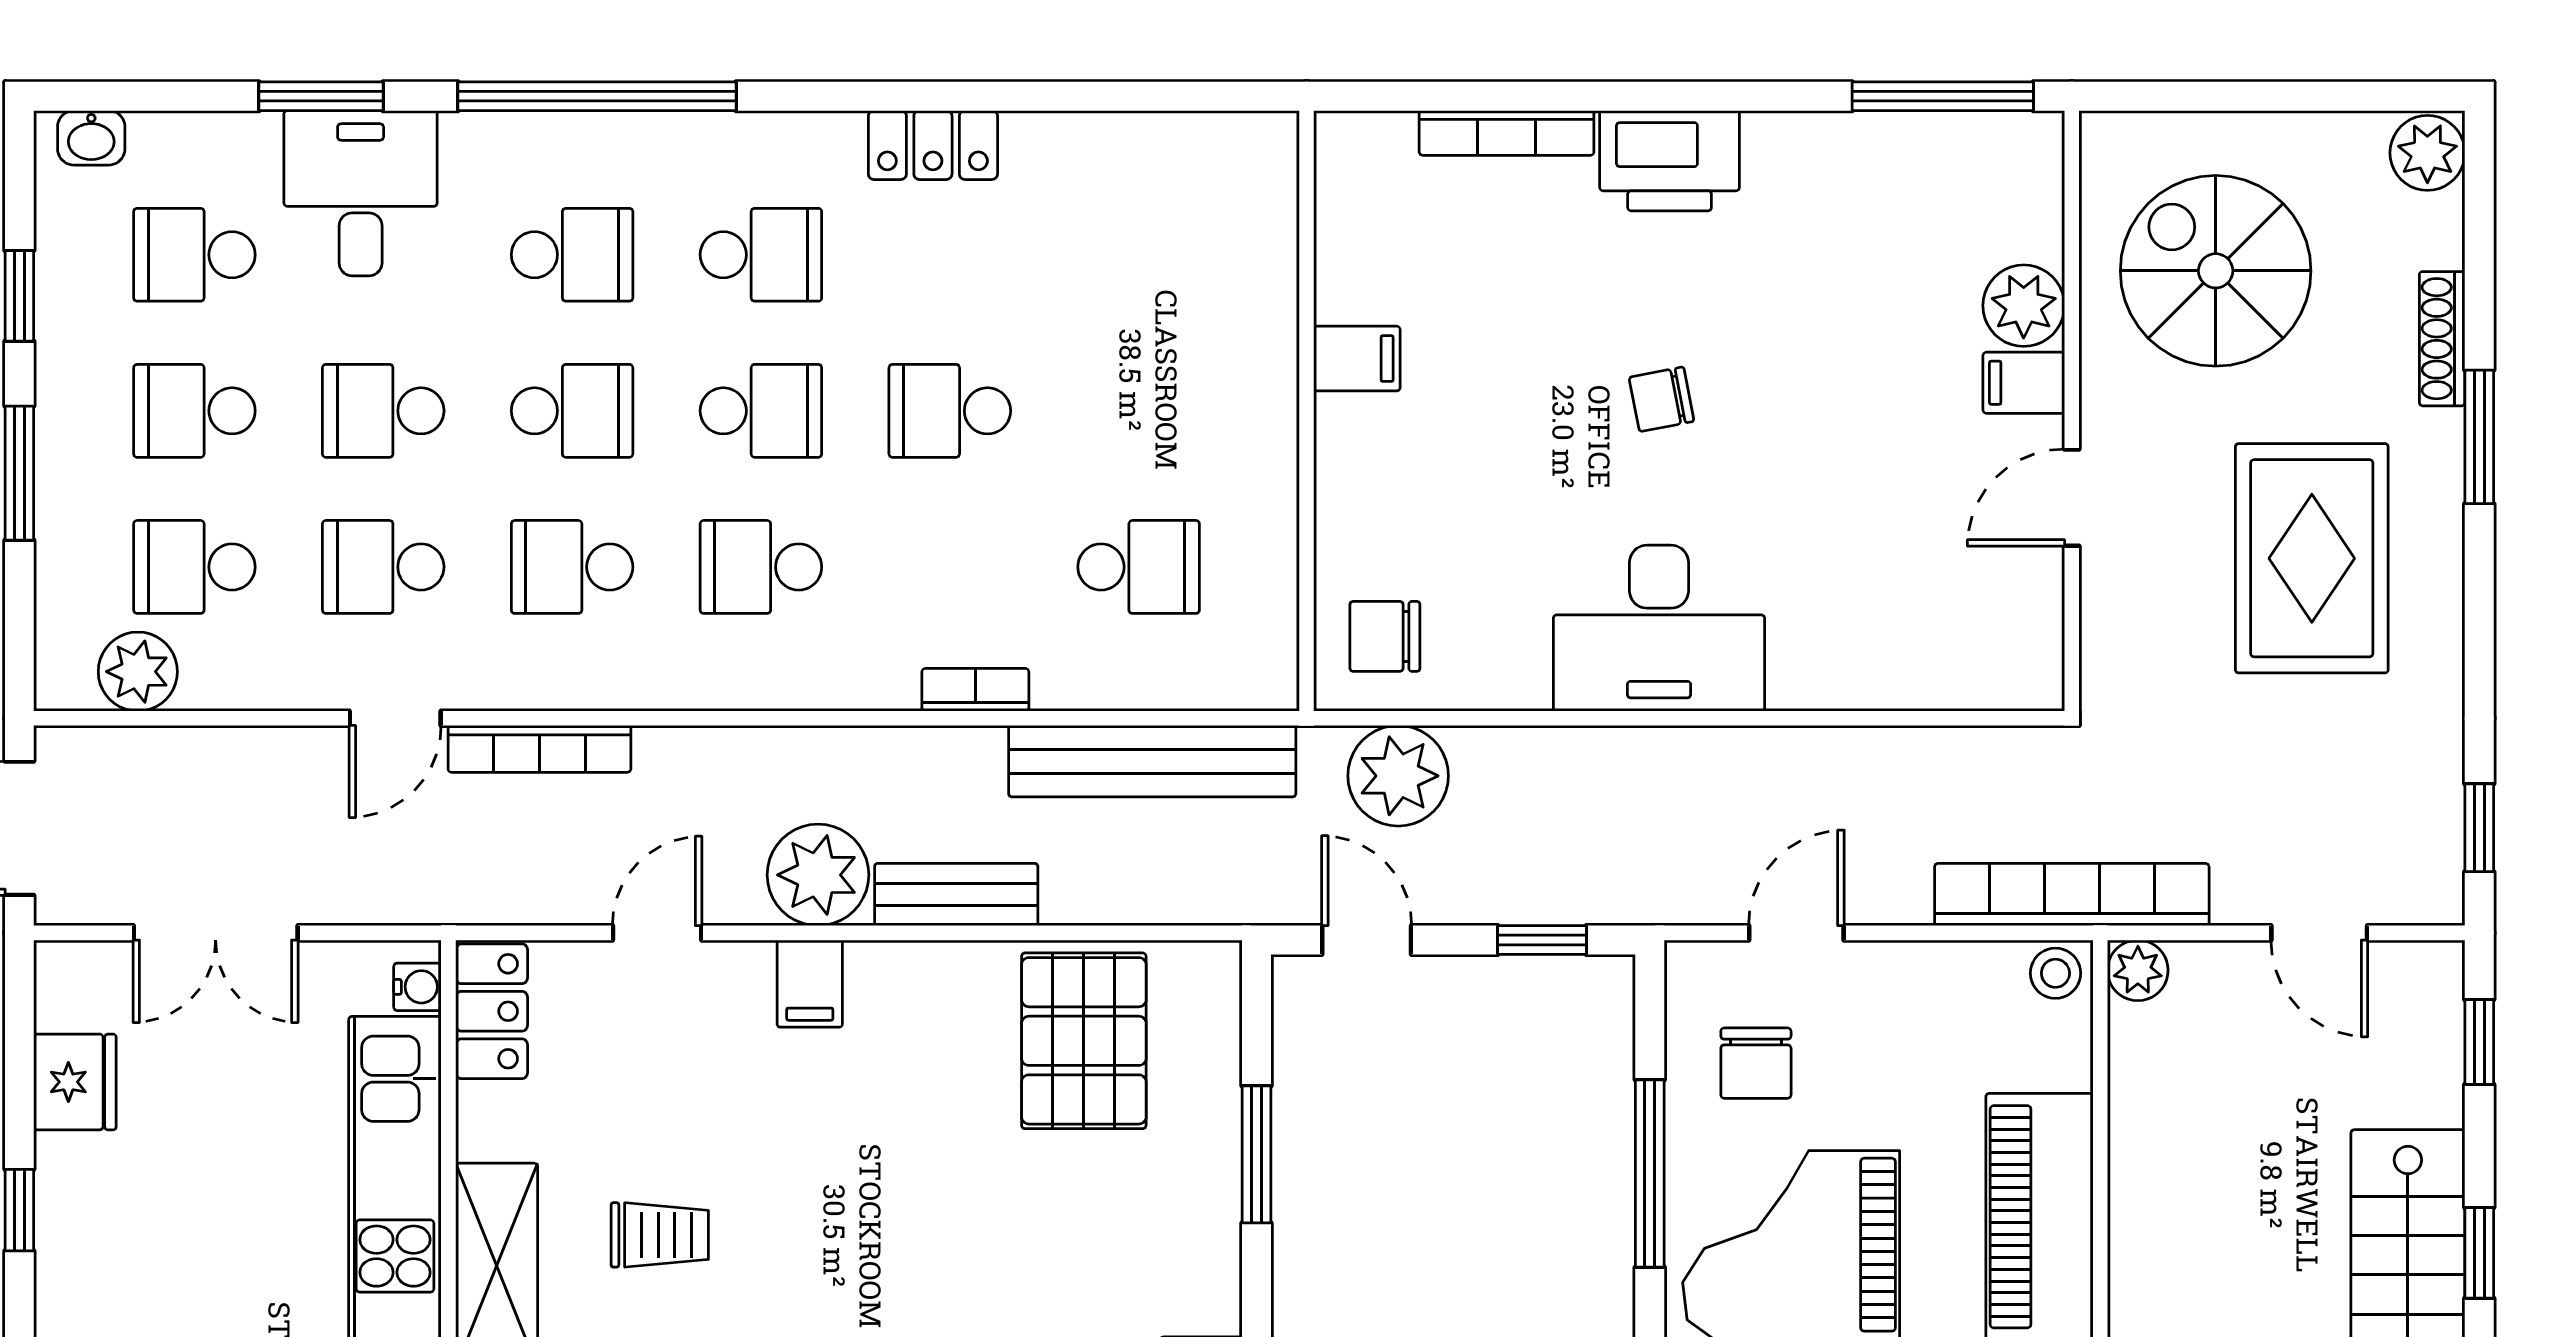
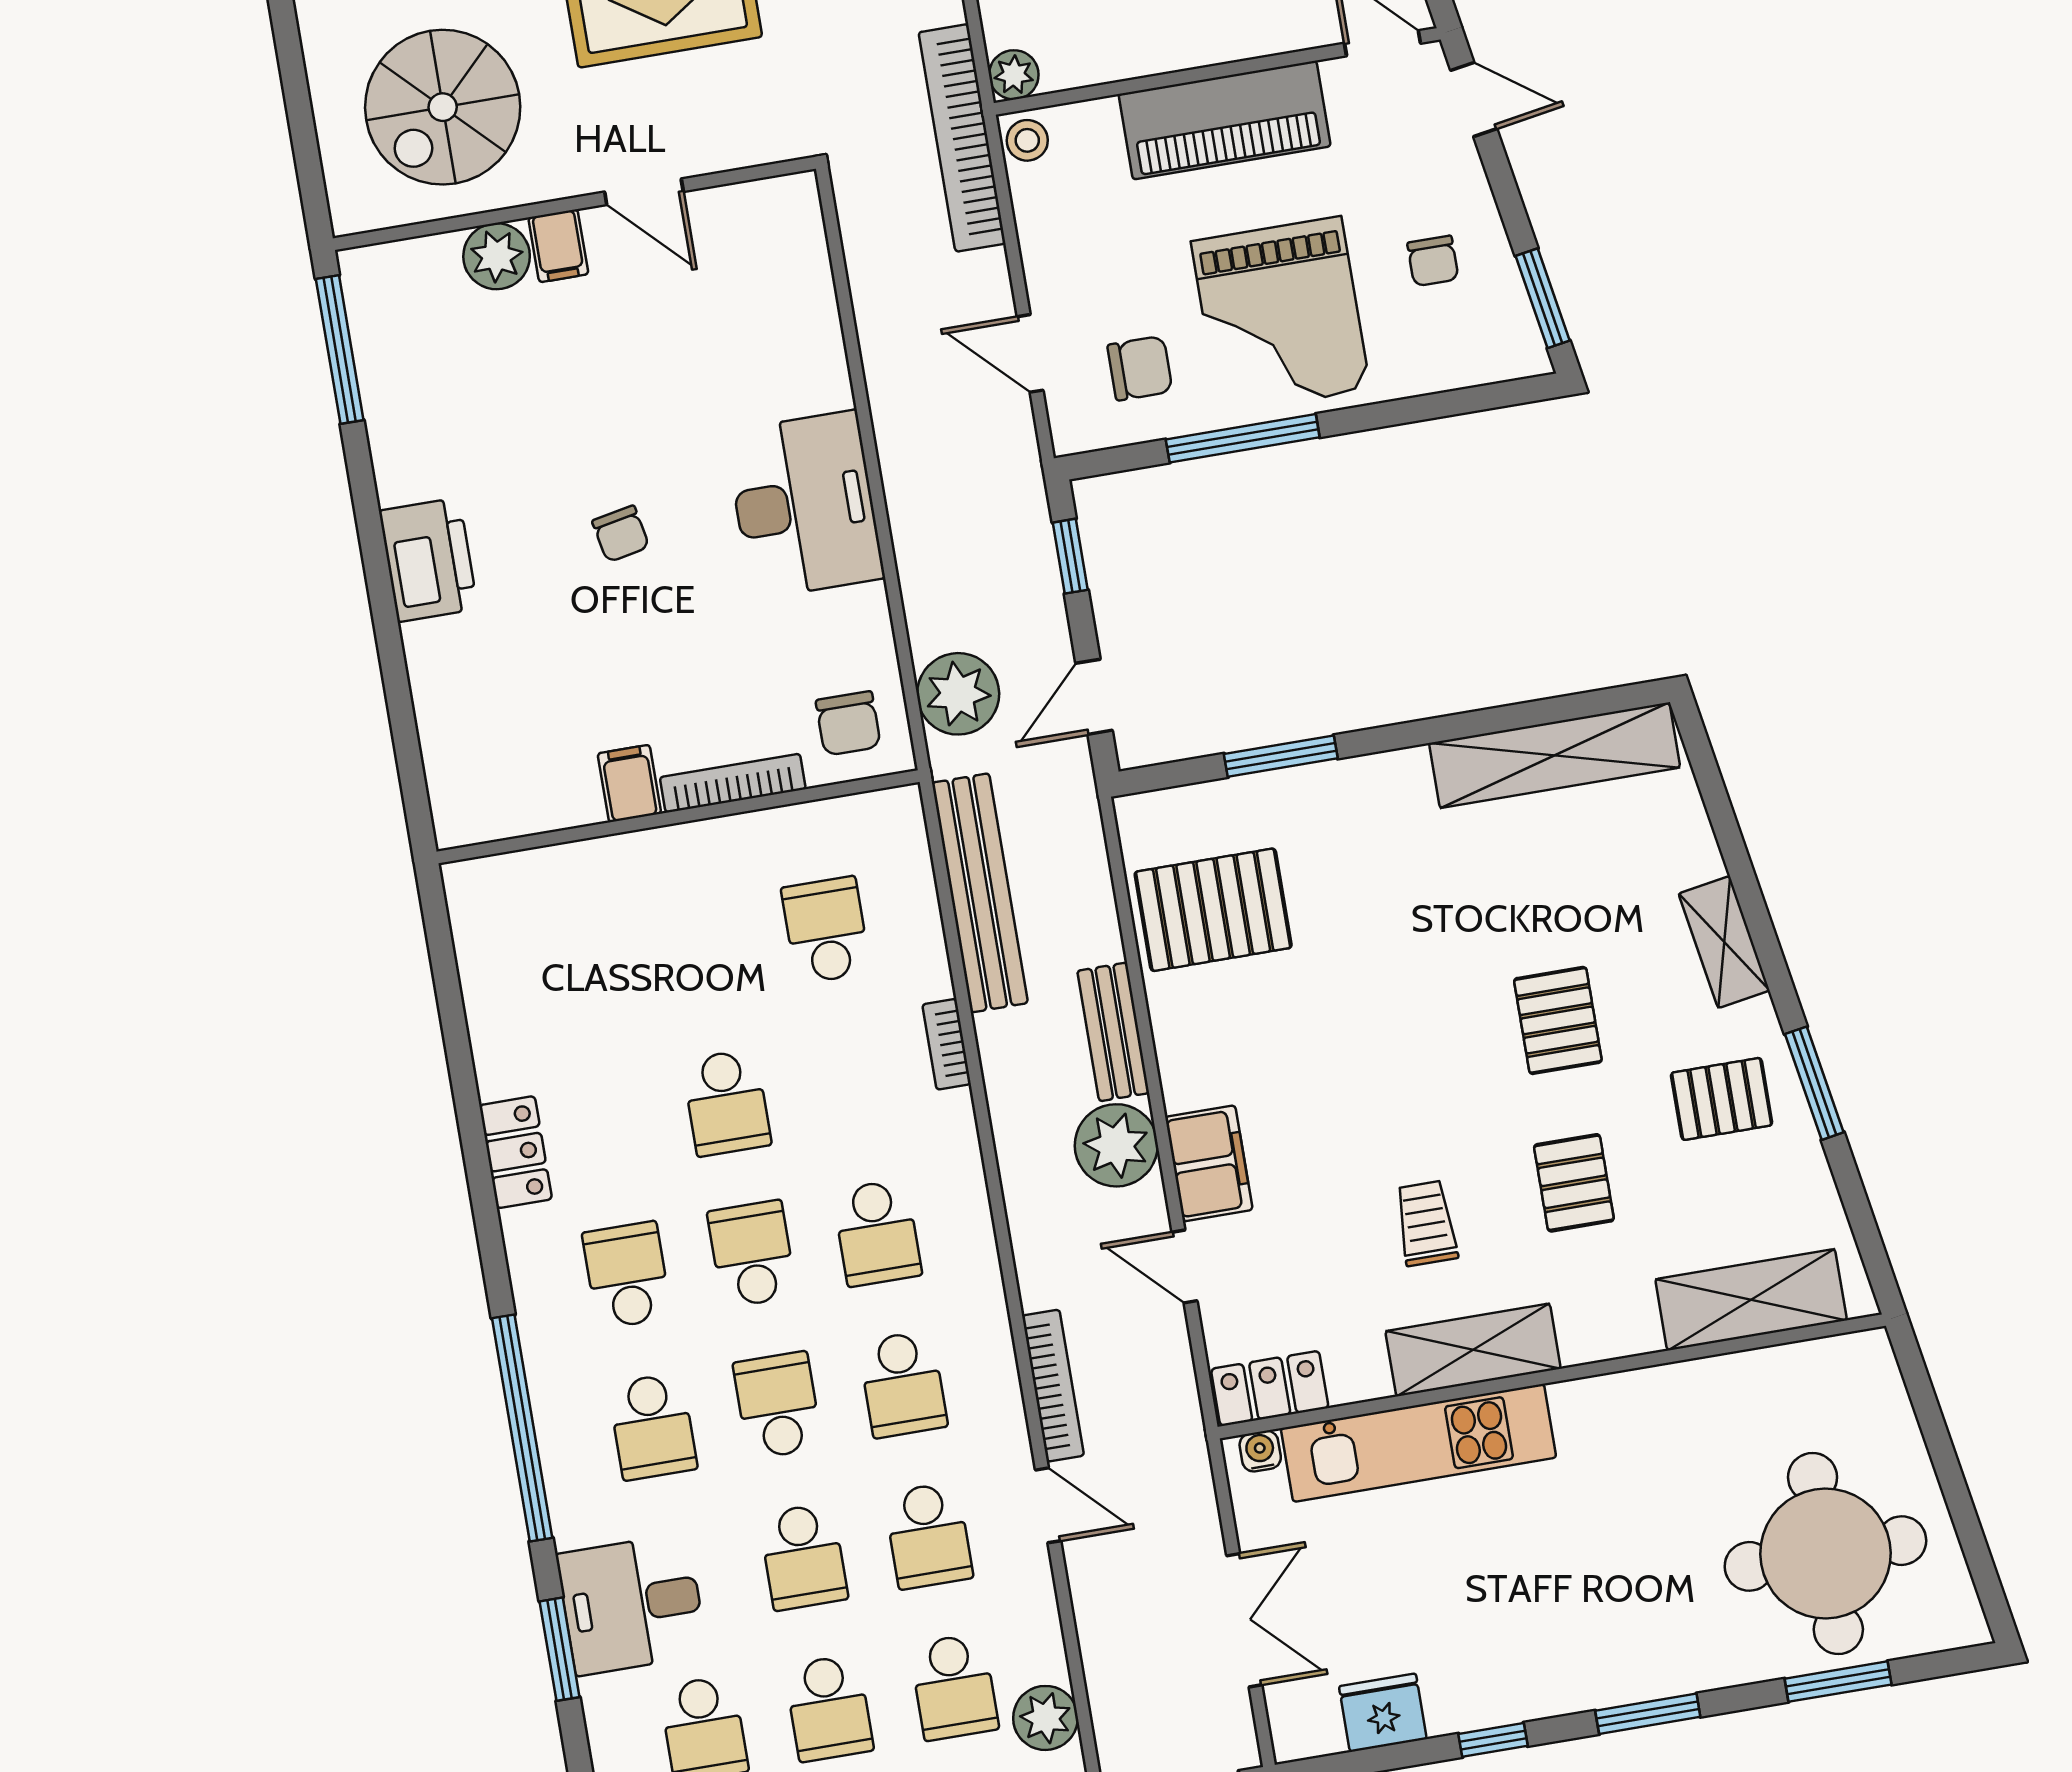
bookcase: (1507, 133) -> (733, 783), moved, turned -90
school desk: (572, 255) -> (653, 1426), turned 180
filing cabinet: (810, 984) -> (1209, 1163), width x2.00

